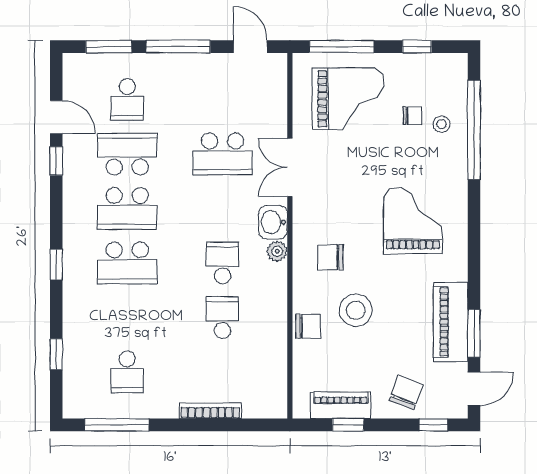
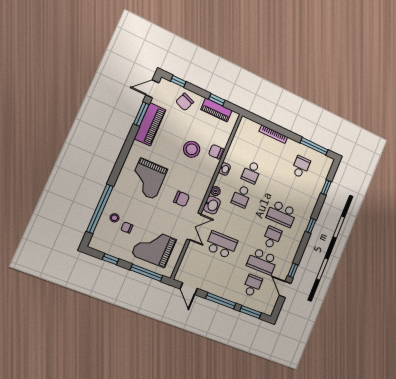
school desk: (127, 208) -> (272, 238), width x0.54
chair: (330, 257) -> (182, 199), moved
school desk: (127, 263) -> (282, 214), turned 180
washbasin: (278, 301) -> (225, 169), added

